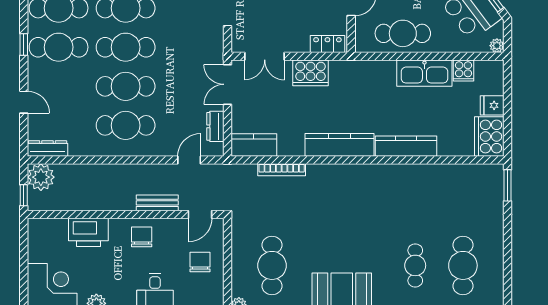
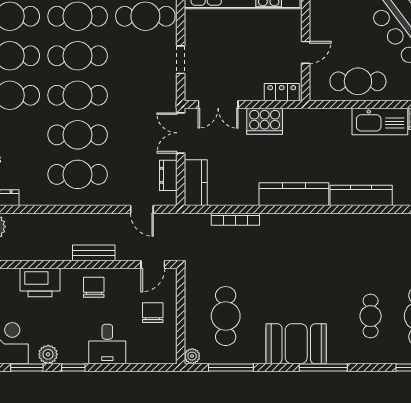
kitchen counter: (254, 145) -> (196, 183), moved, turned 90
door: (189, 160) -> (142, 209), swing flipped
bench: (157, 203) -> (94, 253), moved

